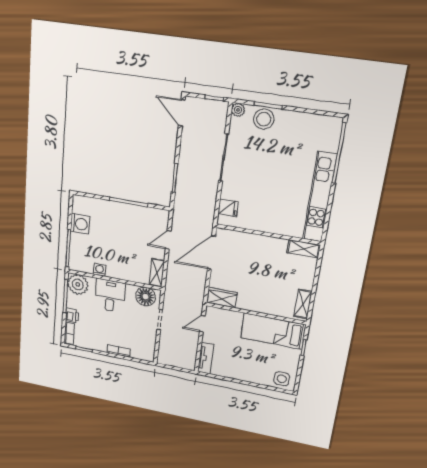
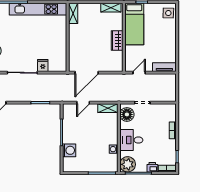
fridge: (228, 208) -> (43, 65), moved
washing machine: (80, 224) -> (69, 150), moved, turned 90
door: (168, 240) -> (83, 103), hinge flipped
door: (211, 253) -> (87, 73), hinge flipped
wardrobe: (222, 298) -> (117, 40), moved
door: (202, 324) -> (139, 73), swing flipped

